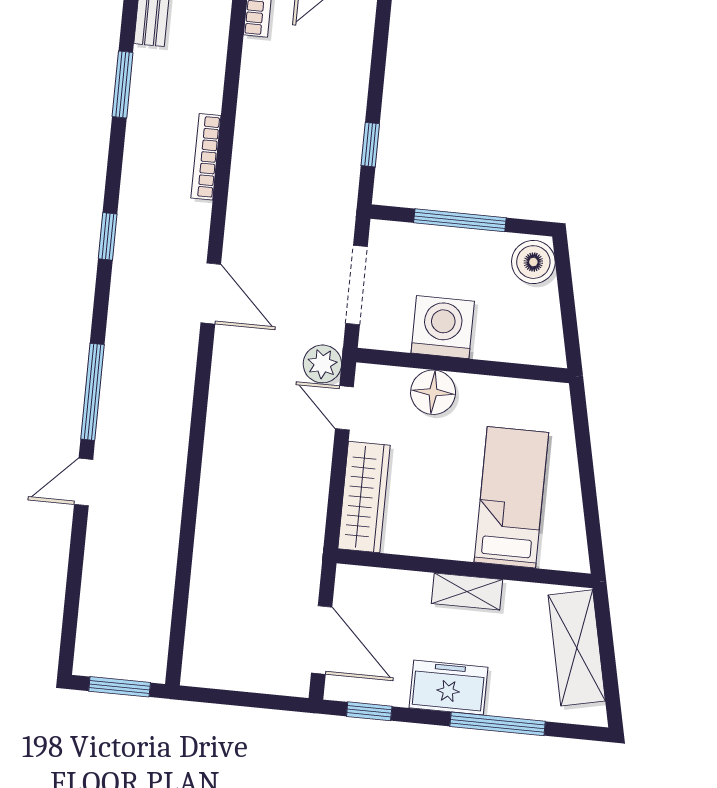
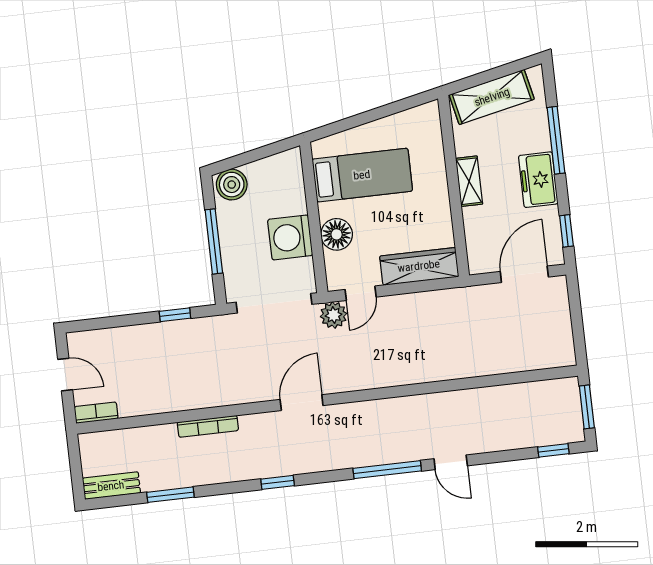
doorway: (356, 285) -> (274, 303), width x1.36
bed: (511, 497) -> (362, 175), moved, turned 180
window: (69, 628) -> (553, 450), added

